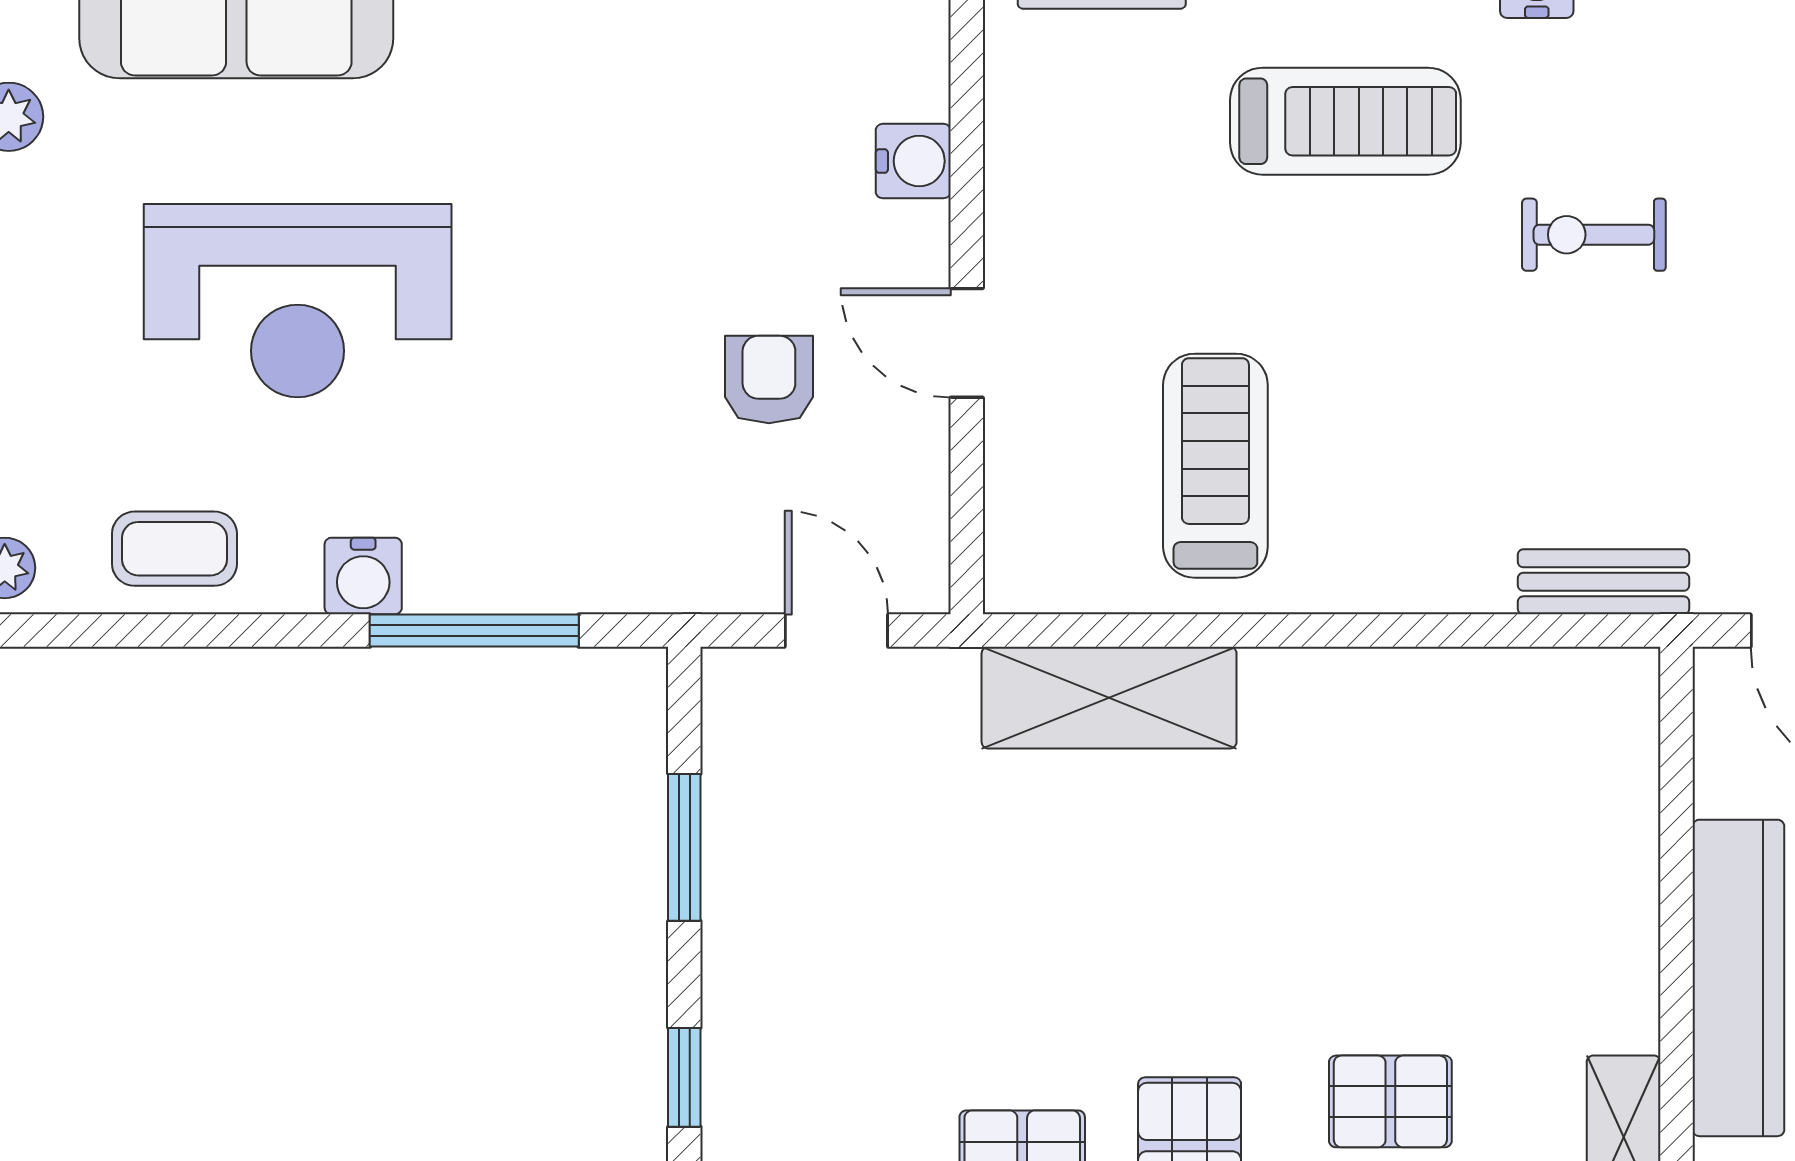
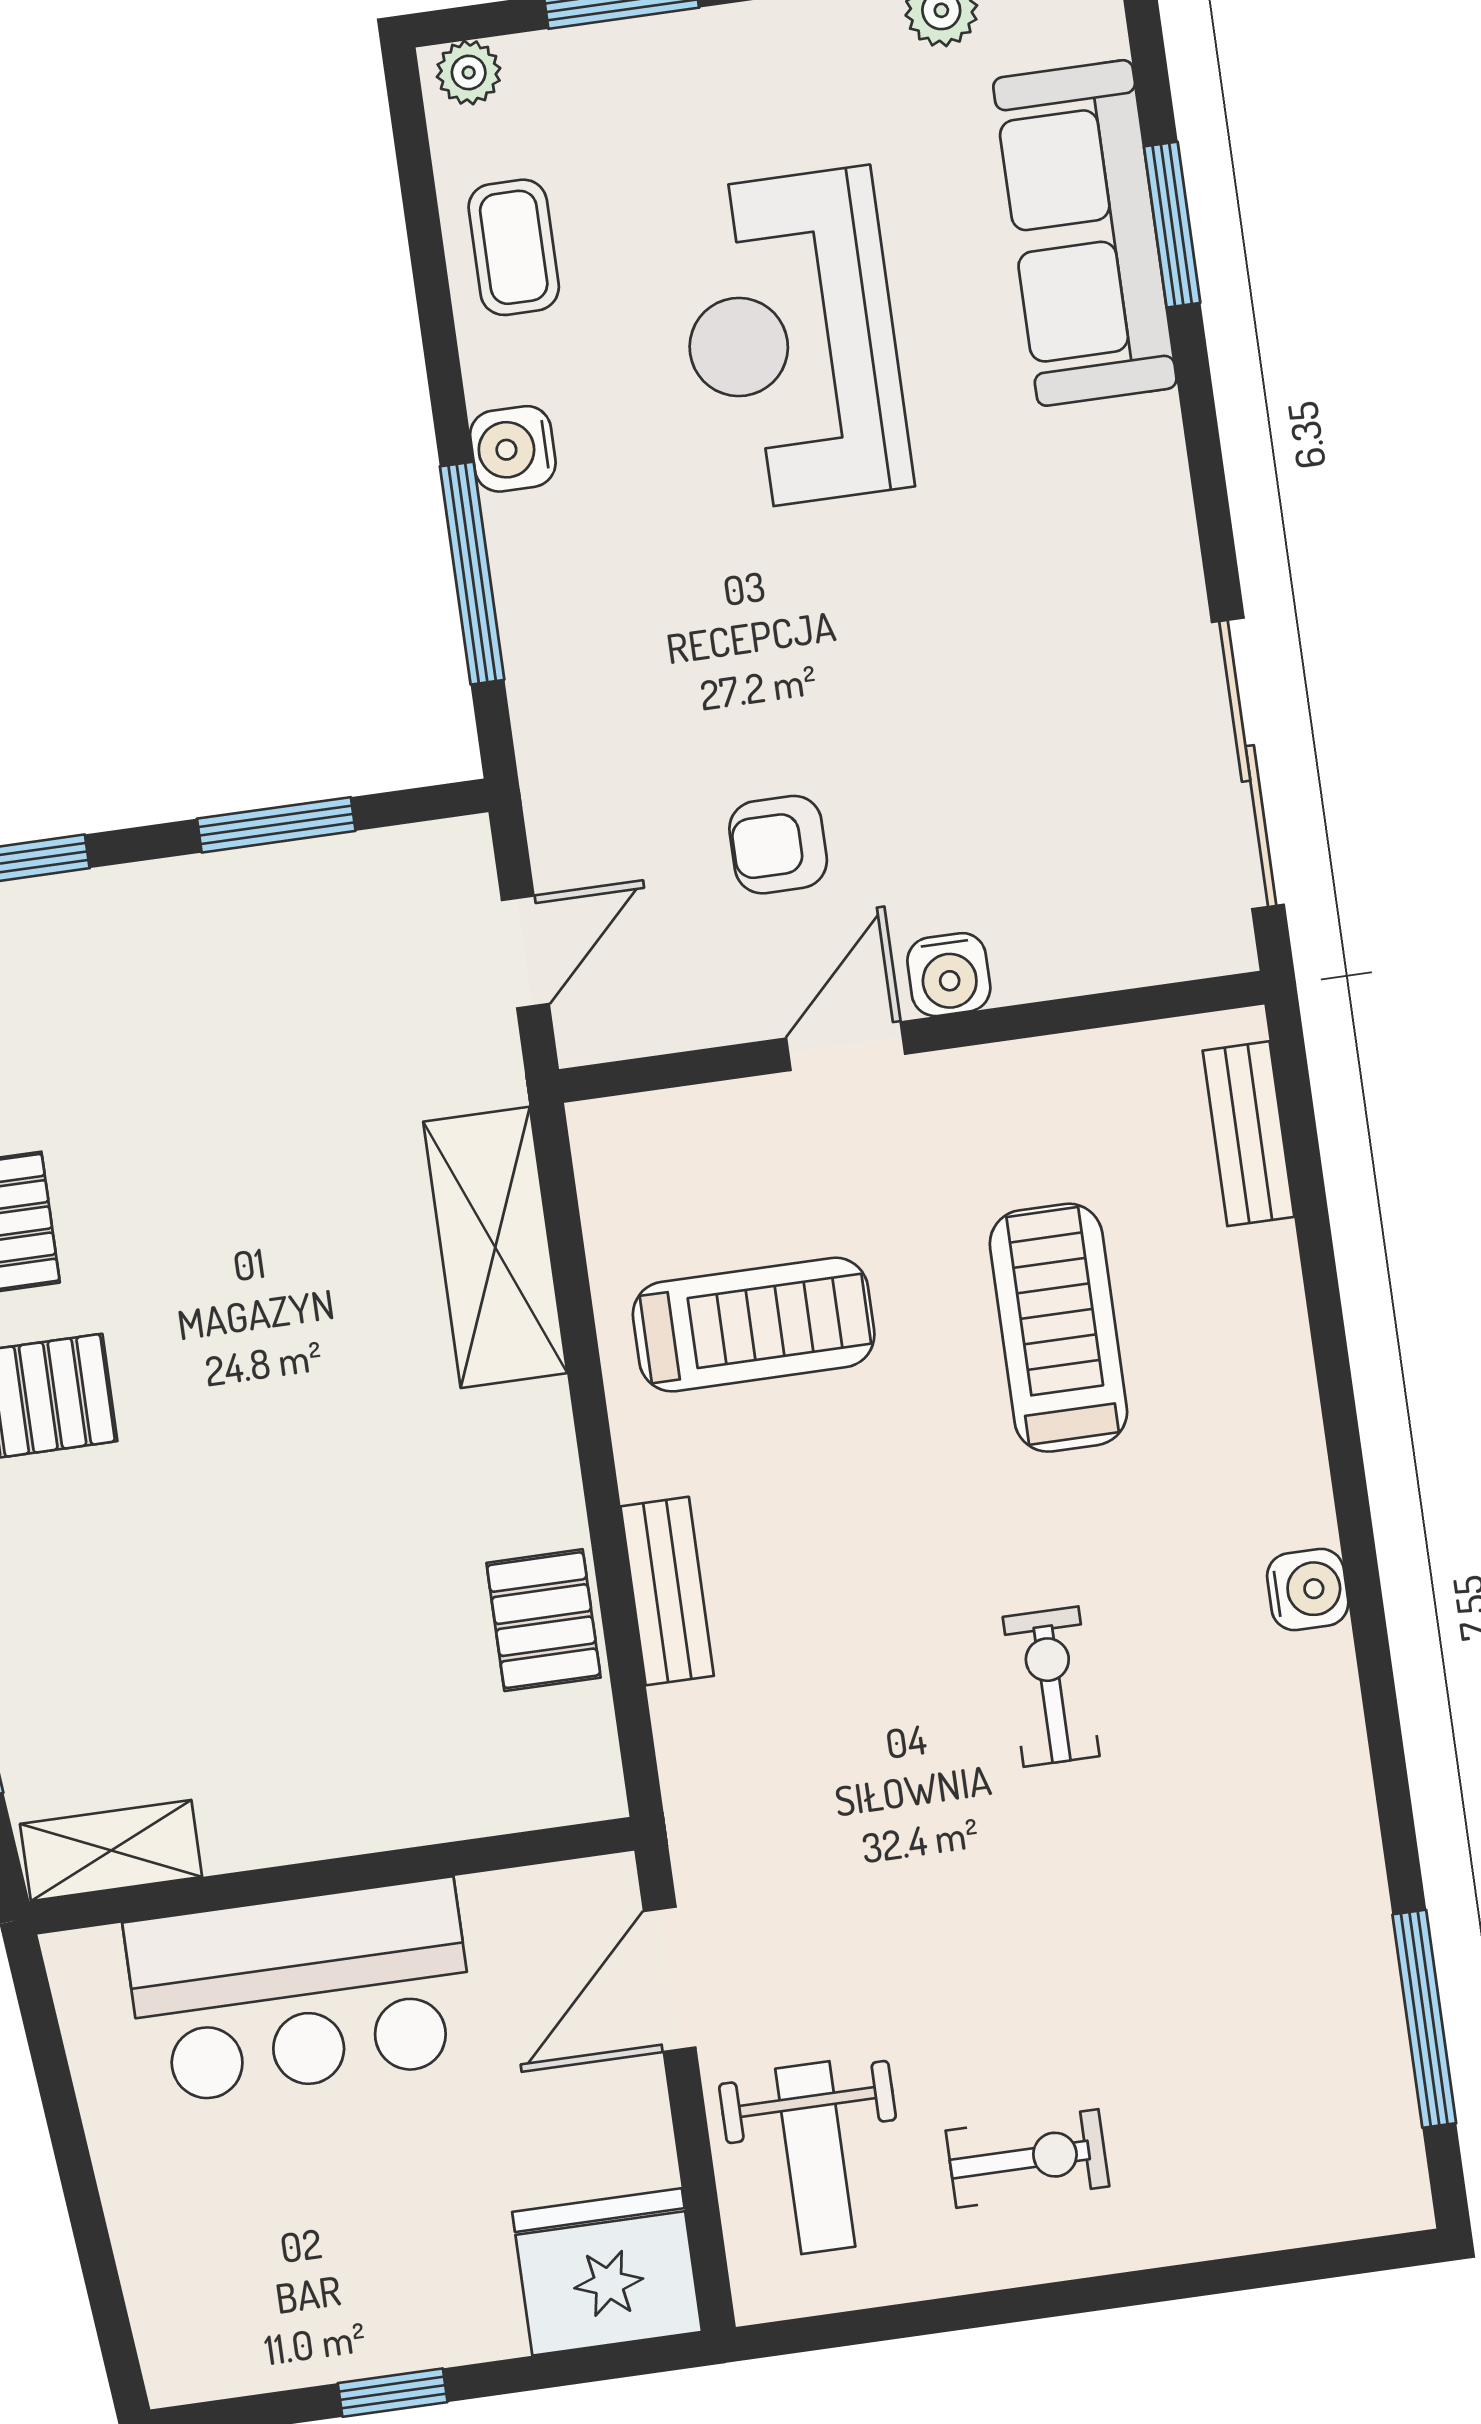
treadmill: (1345, 121) -> (1058, 1328), moved, turned 180
water cooler: (913, 161) -> (949, 975), moved
armchair: (769, 380) -> (778, 845), turned 180
bench: (1604, 582) -> (667, 1591), moved
pallet: (1390, 1101) -> (544, 1620), moved

